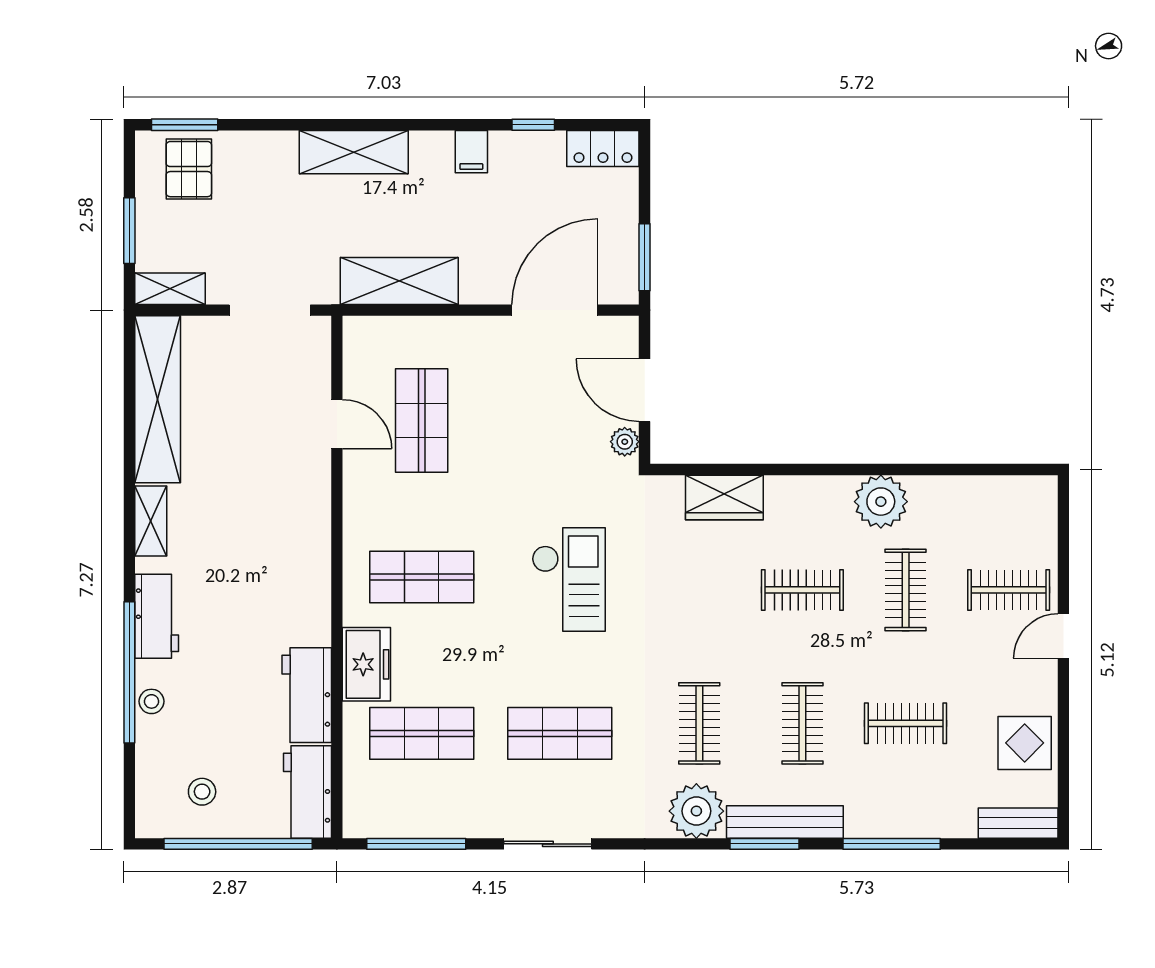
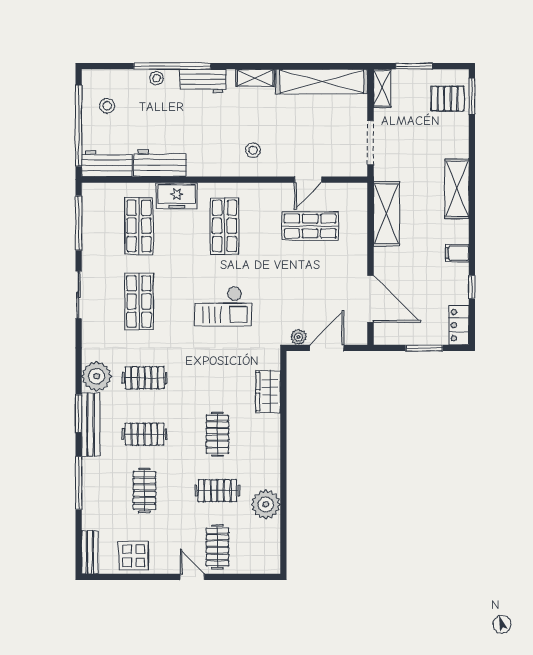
window: (645, 257) -> (424, 348), moved
plant: (881, 502) -> (266, 504), moved
stool: (283, 525) -> (253, 150), added

